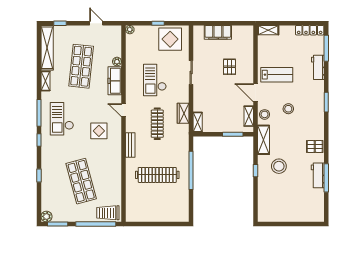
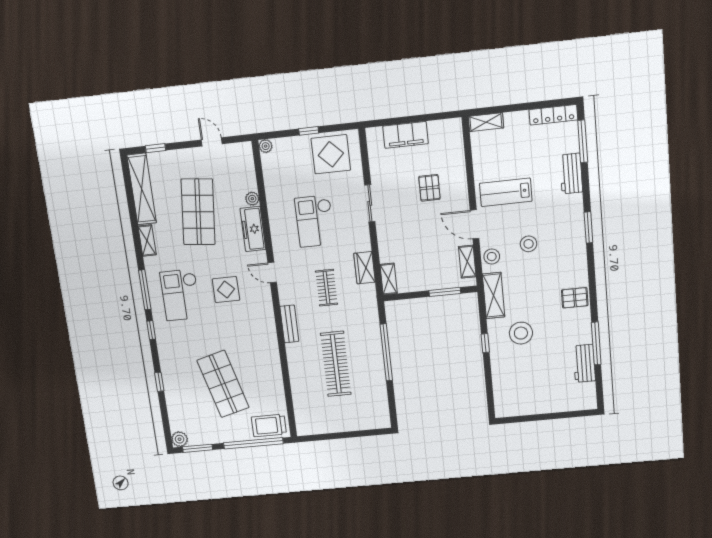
lab bench: (277, 75) -> (506, 192), turned 180
clothes rail: (157, 124) -> (327, 288), width x0.73
display table: (99, 131) -> (226, 290), moved
clothes rail: (157, 175) -> (336, 364), turned 90
workbench: (318, 175) -> (584, 363), moved

